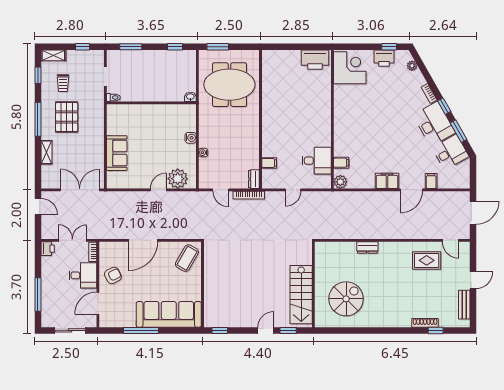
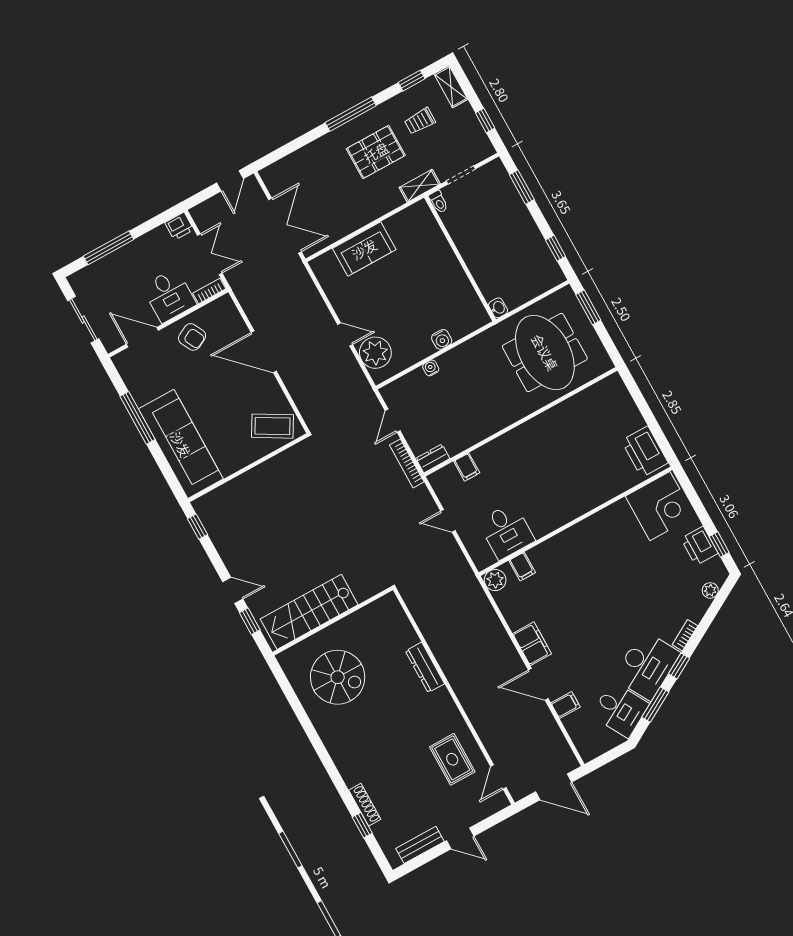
shelving: (47, 152) -> (420, 186), moved
dresser: (367, 247) -> (425, 667), width x1.44

